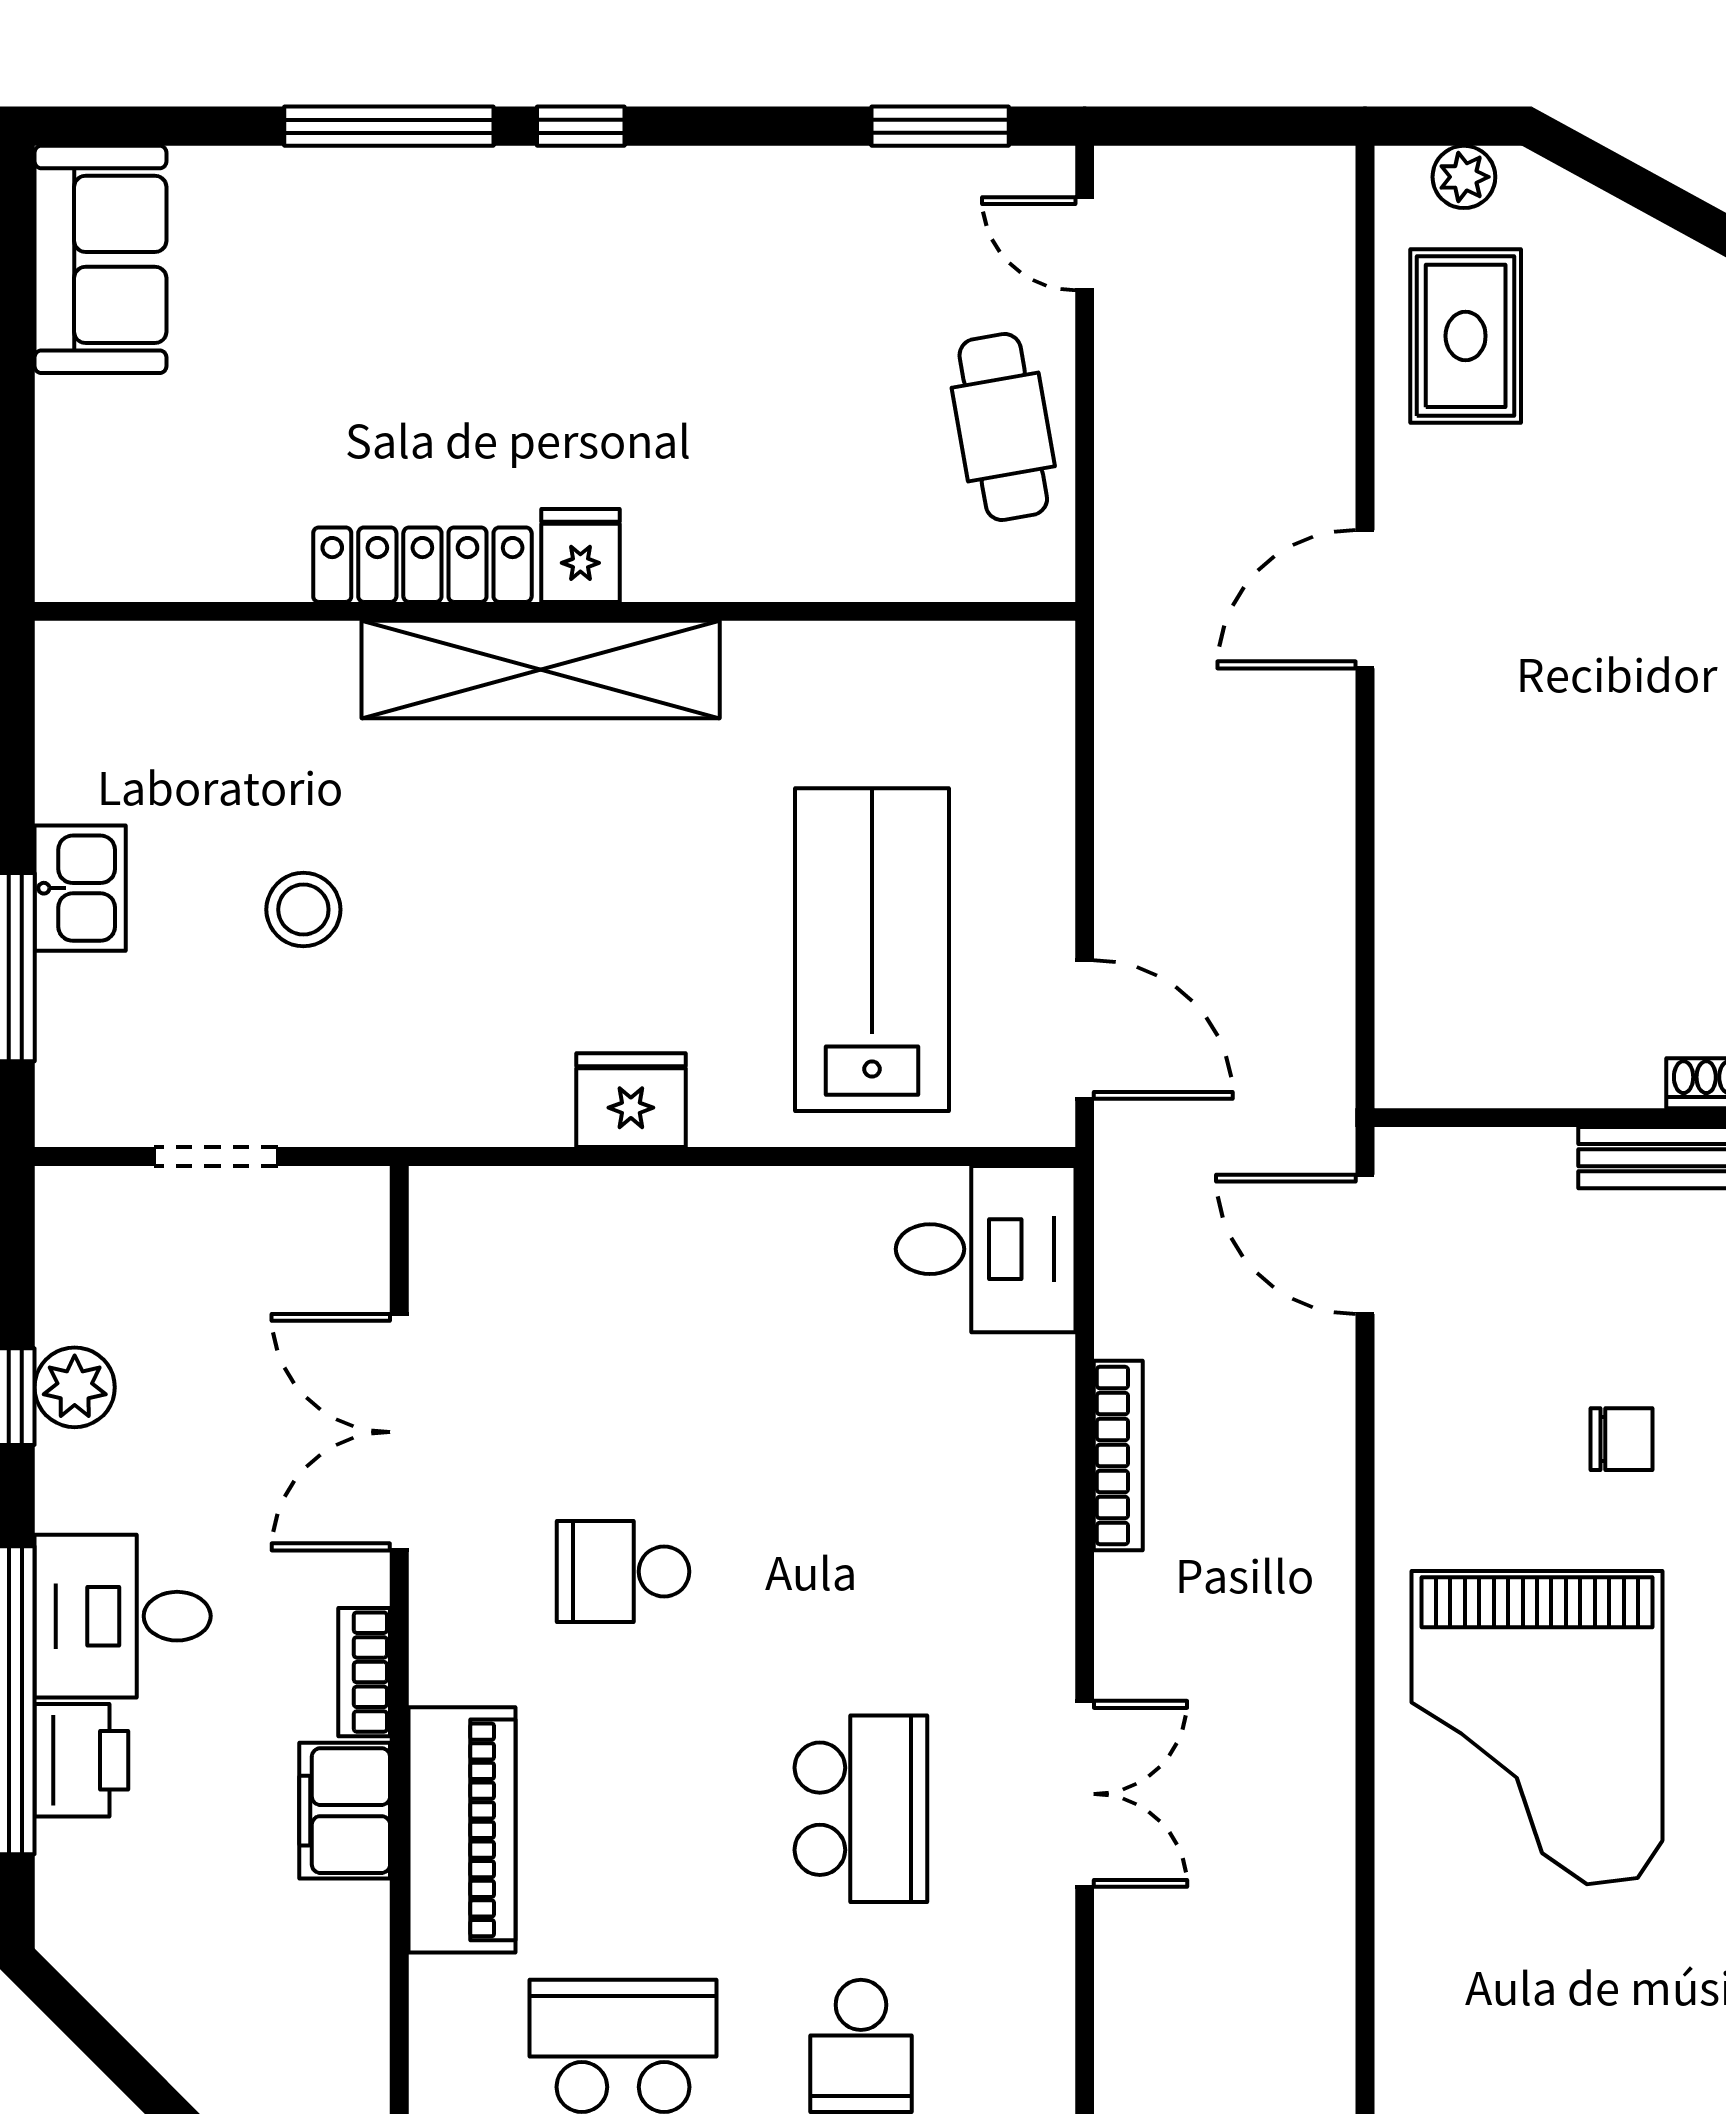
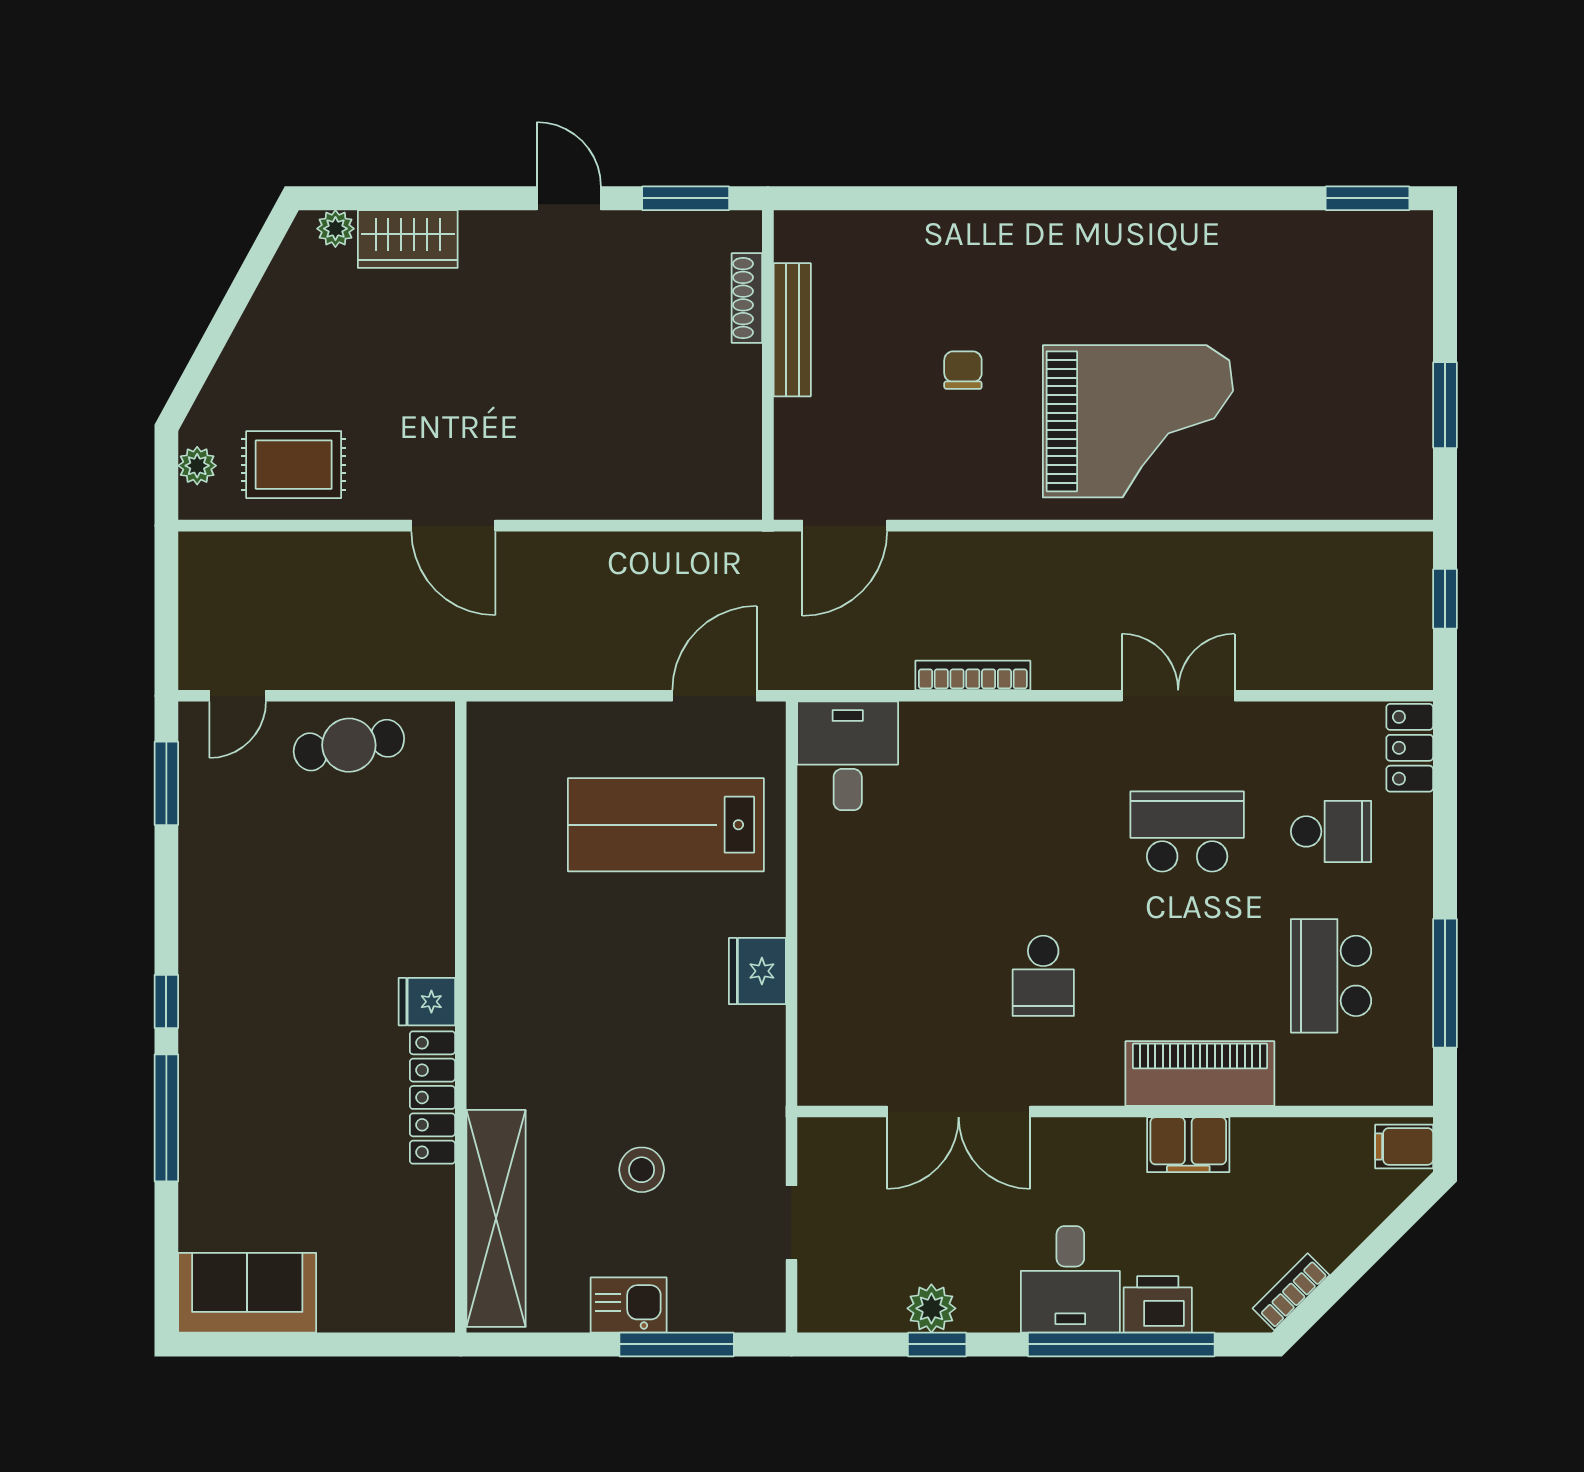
shelving: (541, 670) -> (496, 1218), moved
bookcase: (364, 1672) -> (1291, 1292), moved, turned 135

